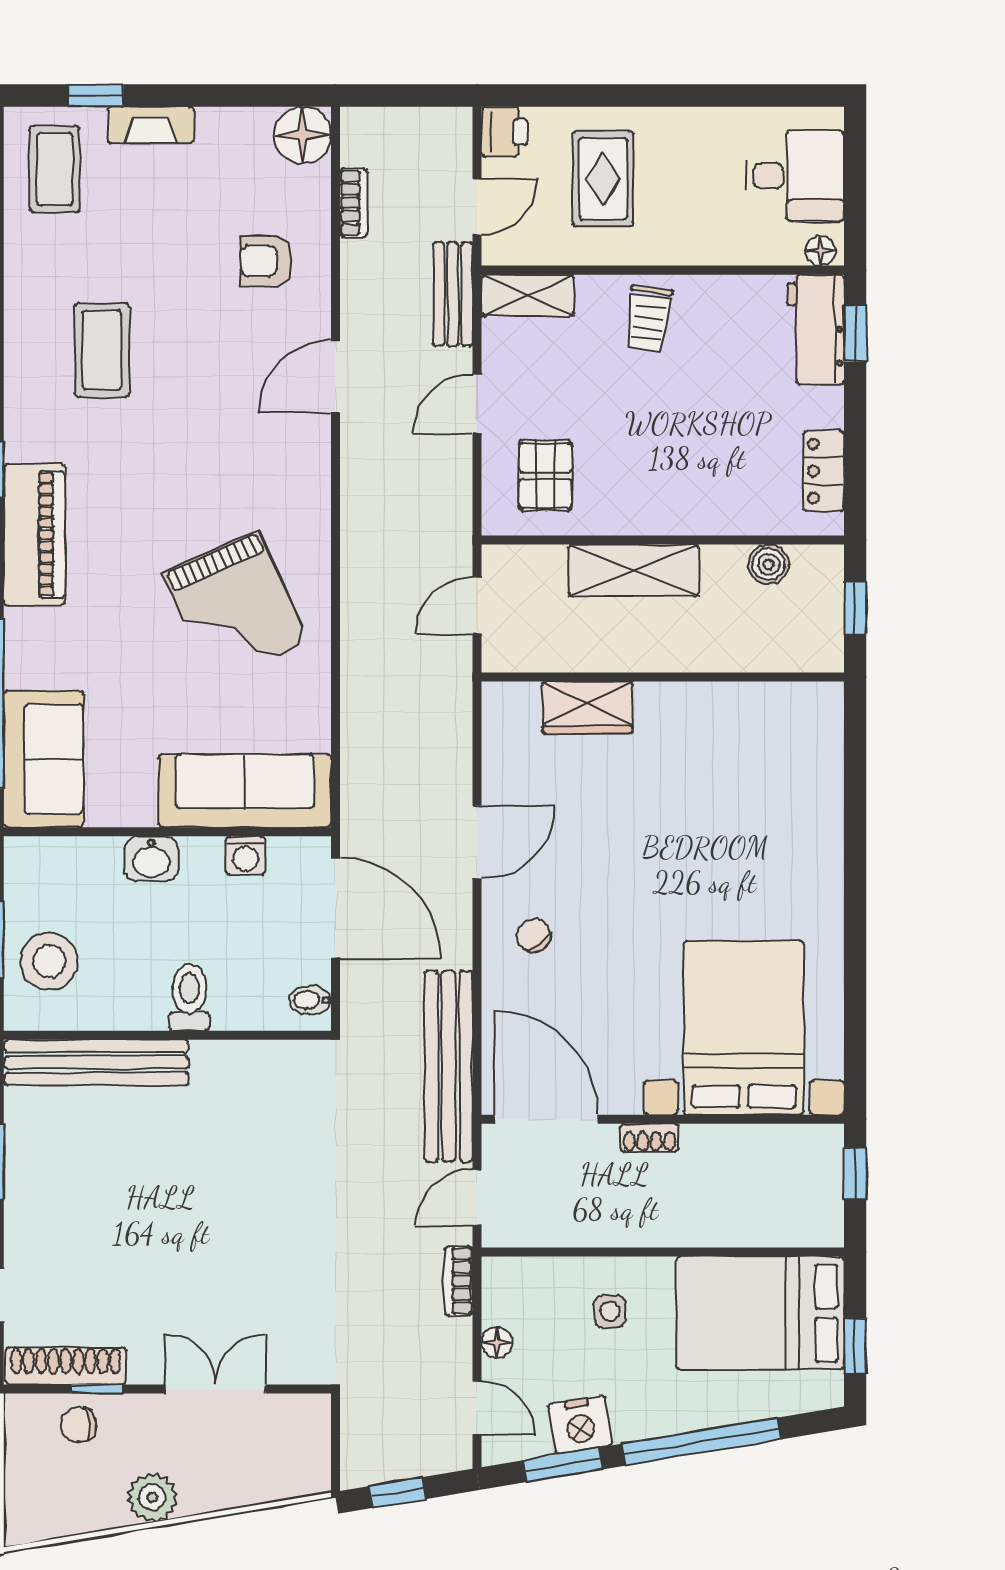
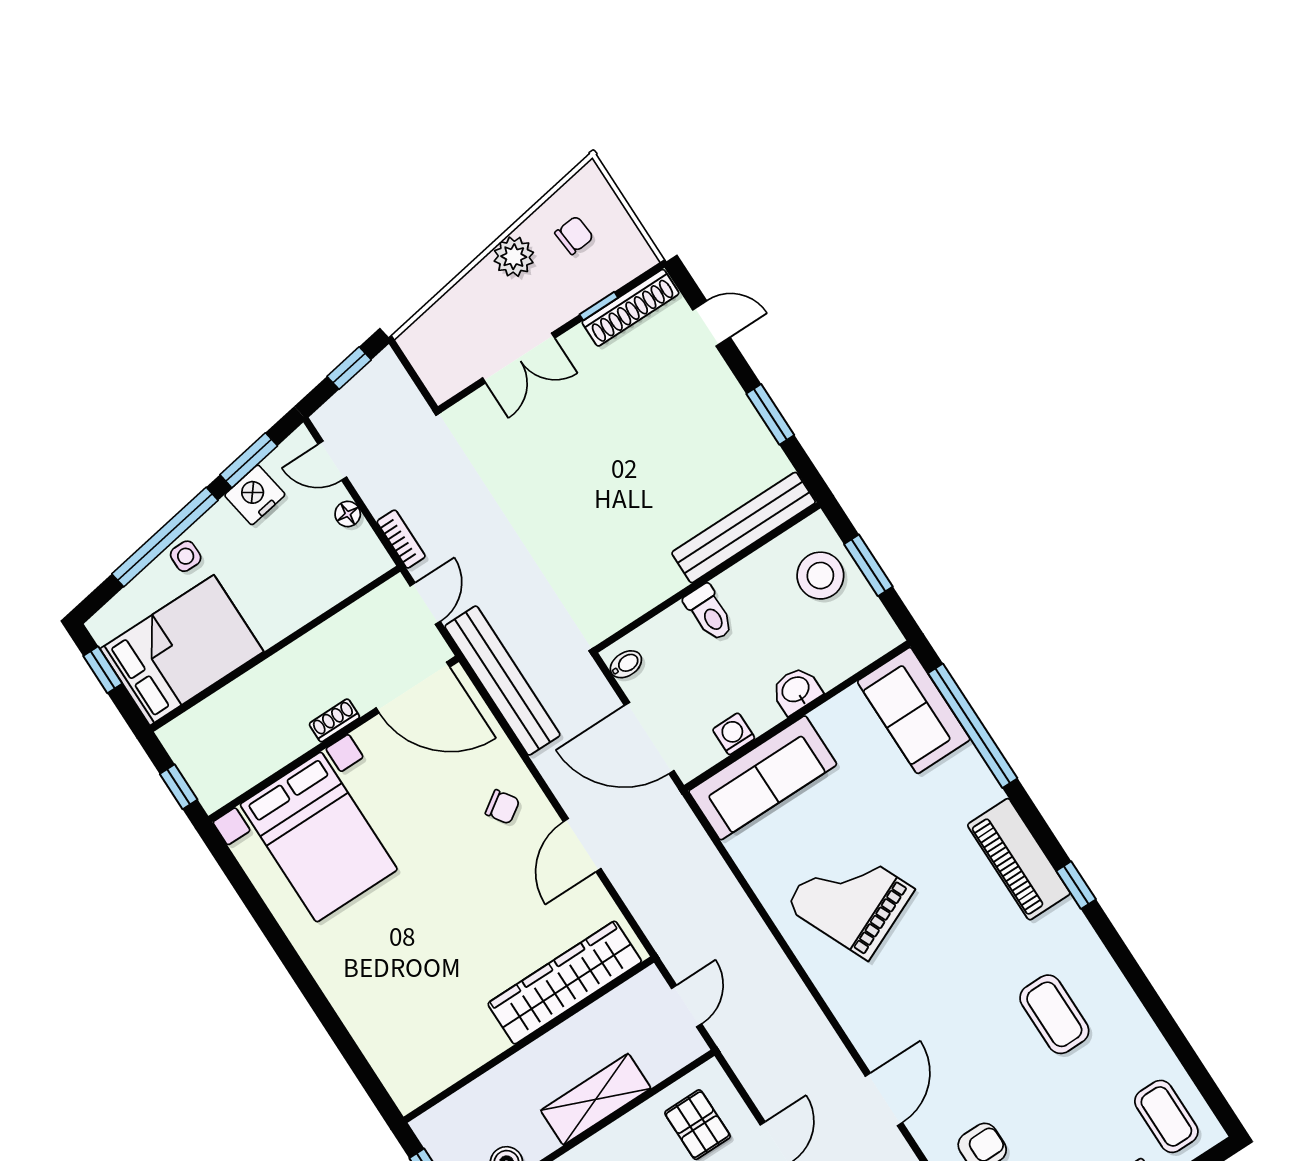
wardrobe: (587, 708) -> (565, 983), width x2.10, depth x1.17
side table: (610, 1311) -> (186, 556), moved
chair: (79, 1424) -> (574, 235), moved

